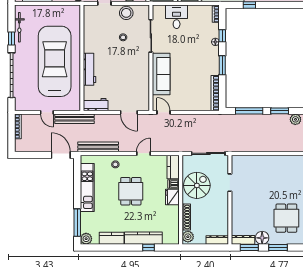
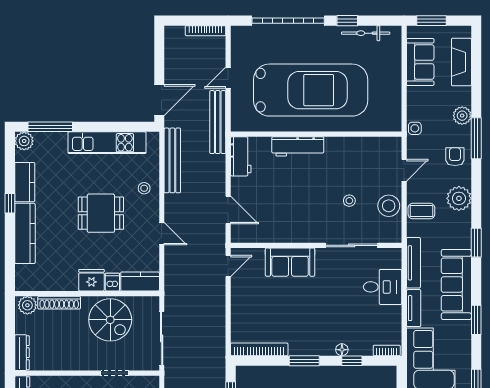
sofa: (161, 74) -> (290, 262), width x0.73
door: (129, 112) -> (228, 210), swing flipped
window: (149, 248) -> (10, 203), moved

